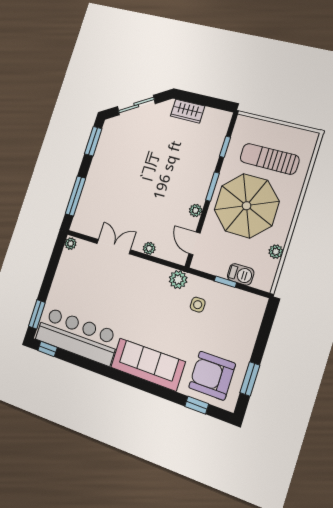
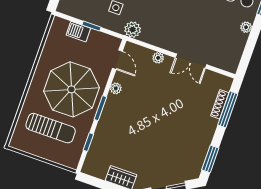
shoe rack: (84, 201) -> (220, 104), added
plant: (71, 244) -> (246, 27), moved
plant: (276, 252) -> (48, 49), removed

